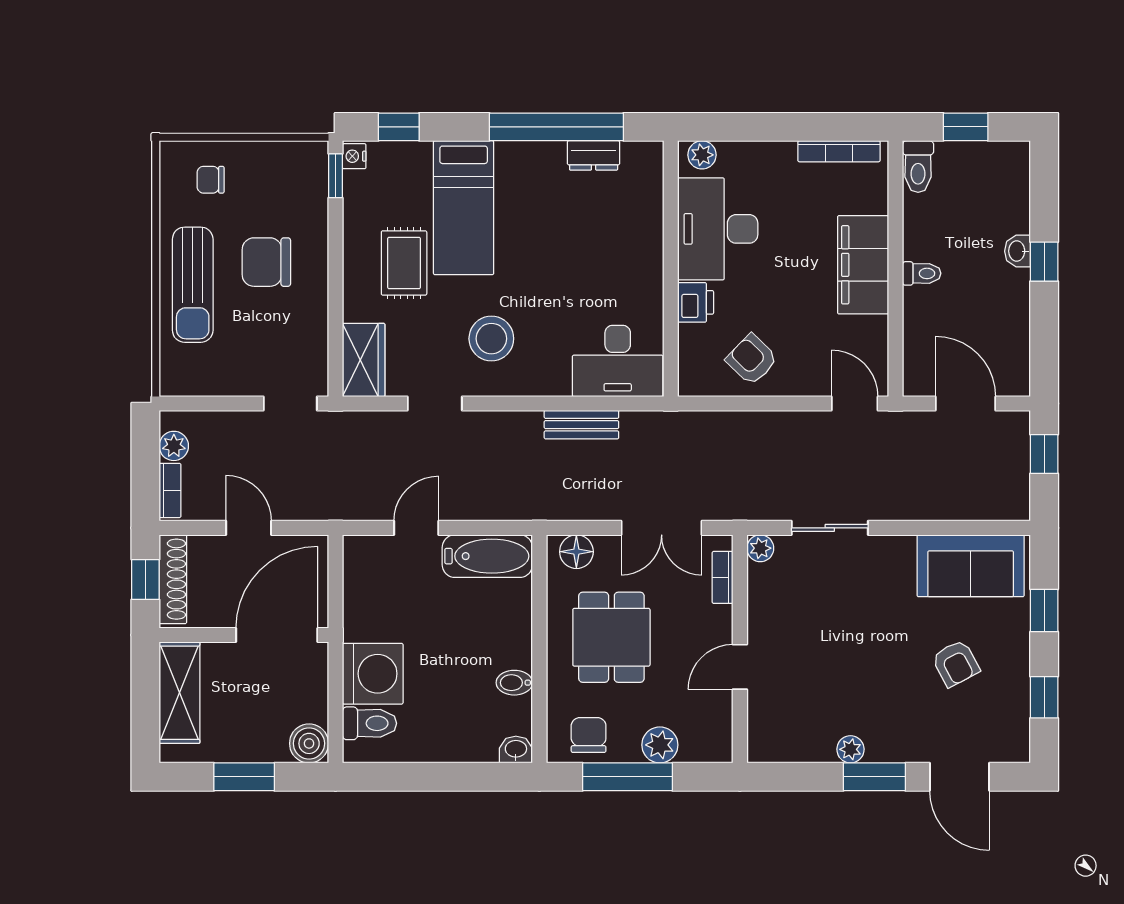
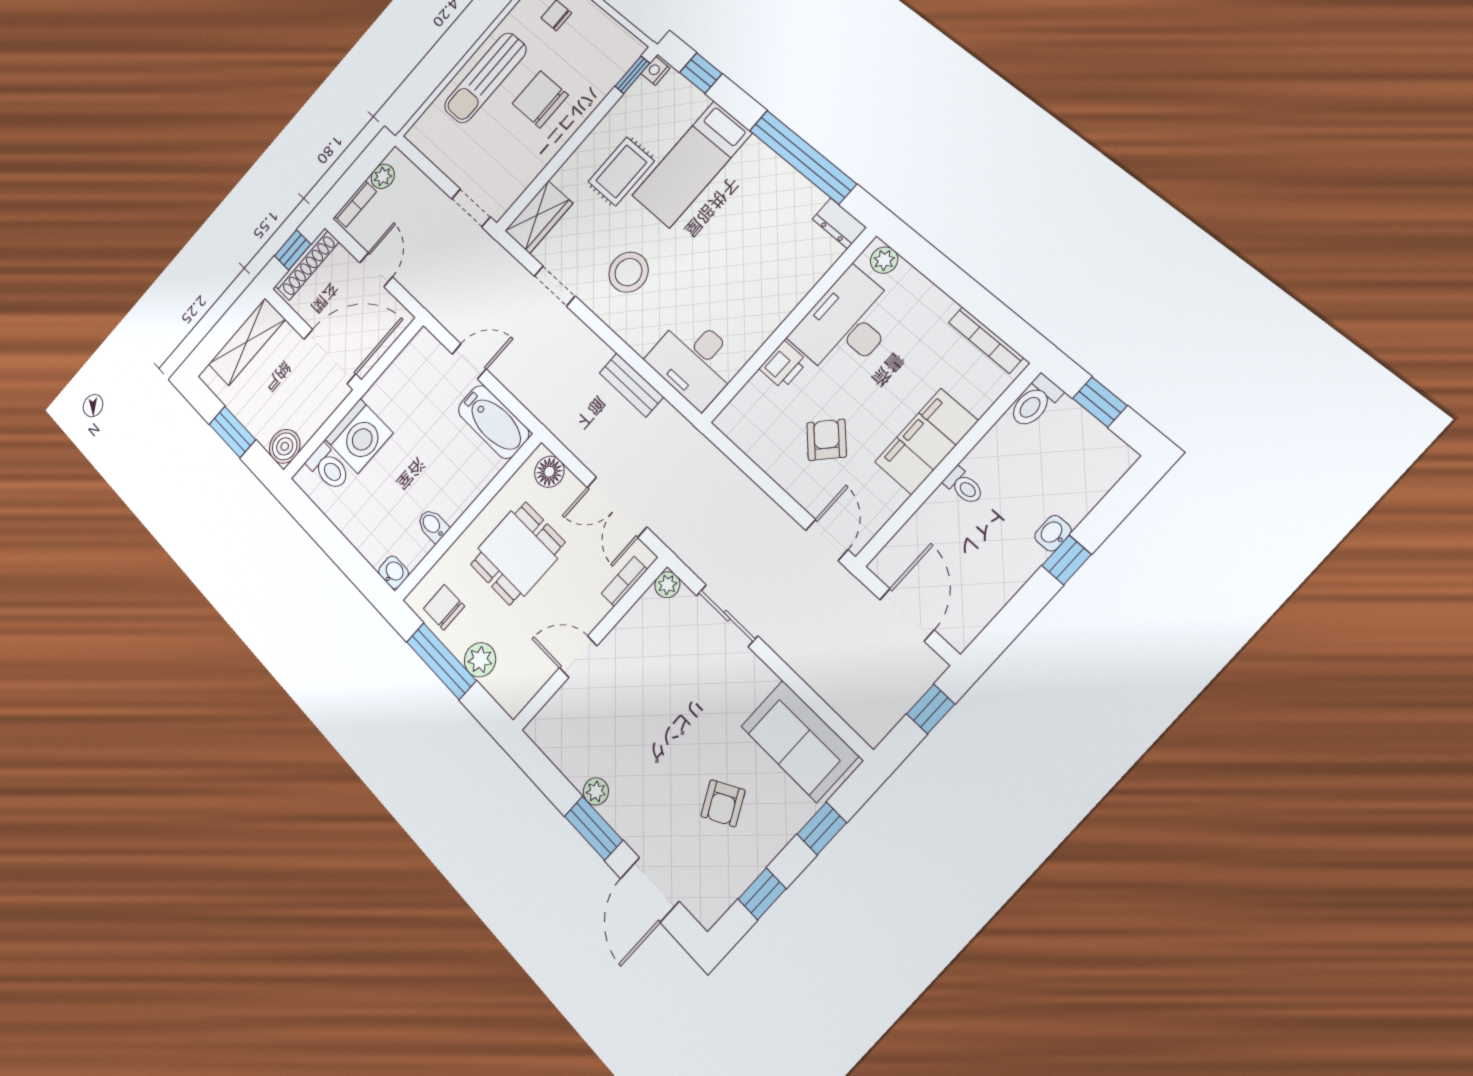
dresser: (594, 155) -> (839, 223), moved
armchair: (752, 360) -> (827, 440), moved
chair: (589, 735) -> (444, 607), turned -90

